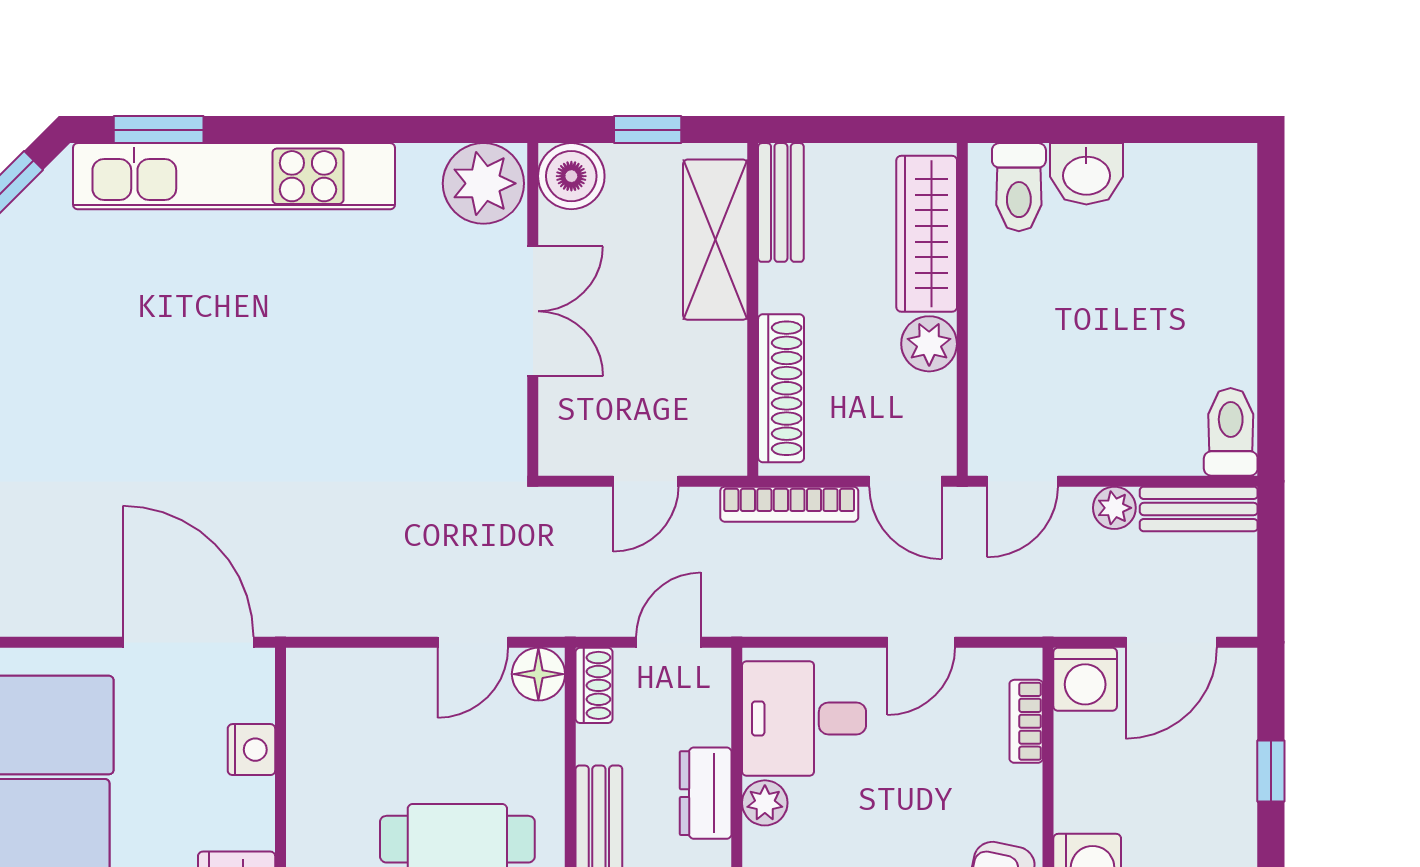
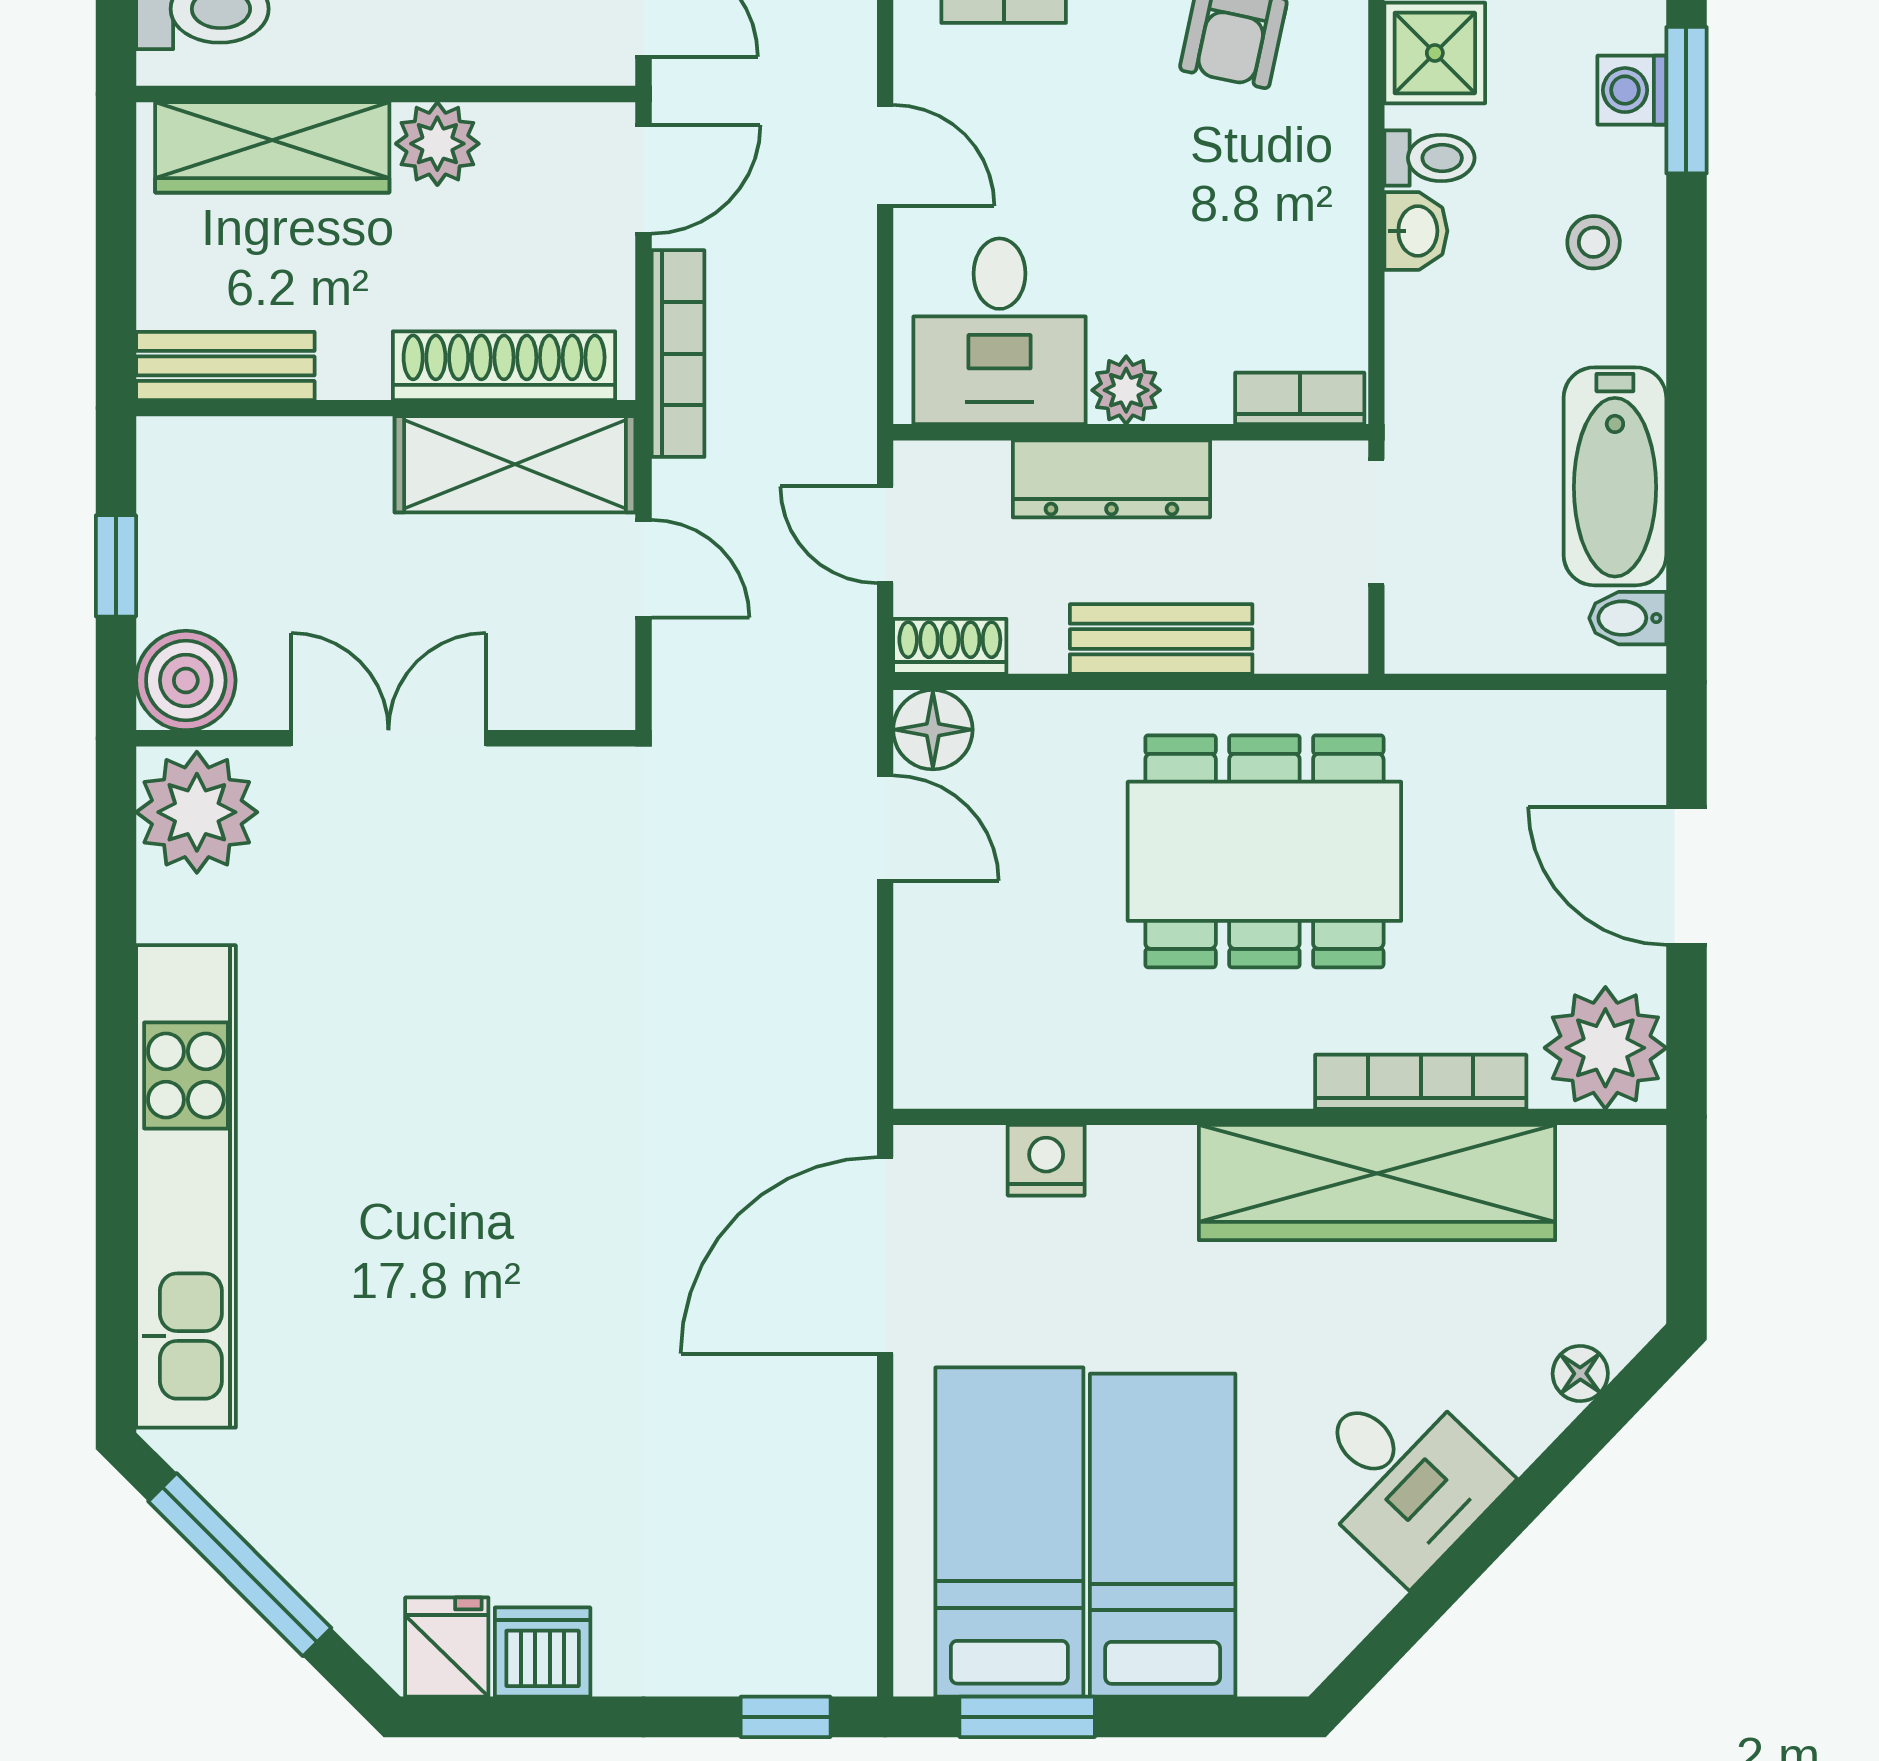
window: (159, 130) -> (116, 1300), removed
shelving: (715, 240) -> (515, 464), moved
dresser: (706, 793) -> (1111, 479), width x1.44

